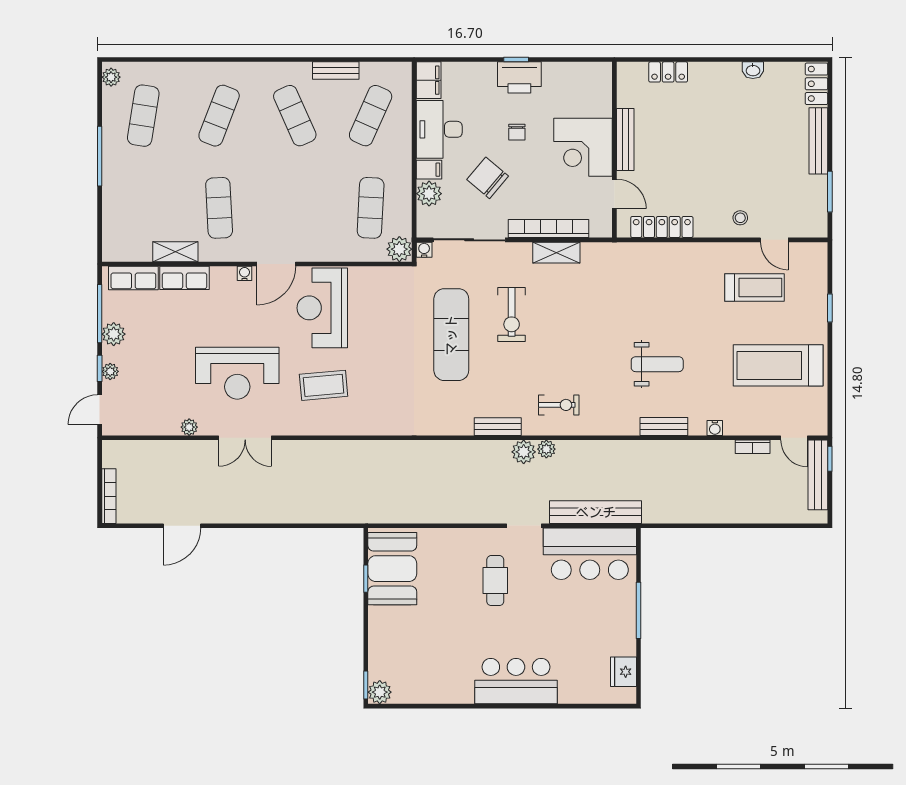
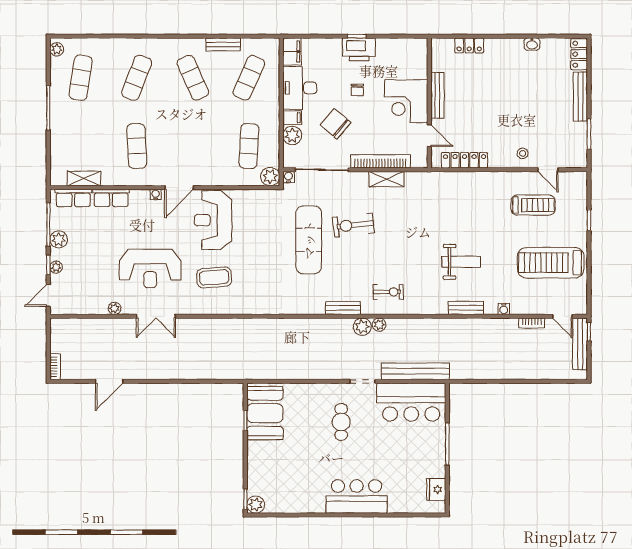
shelving: (175, 252) -> (84, 178), moved
exercise bike: (512, 315) -> (353, 225), turned 84
bookcase: (109, 496) -> (55, 367), width x0.64

